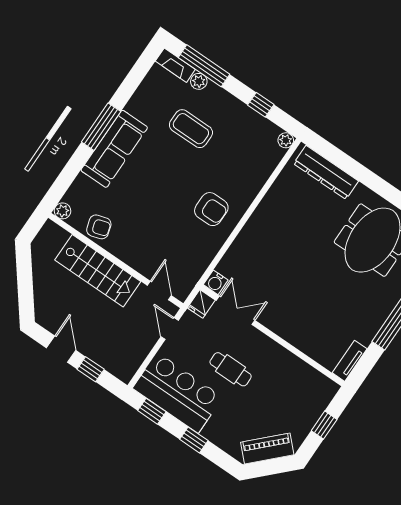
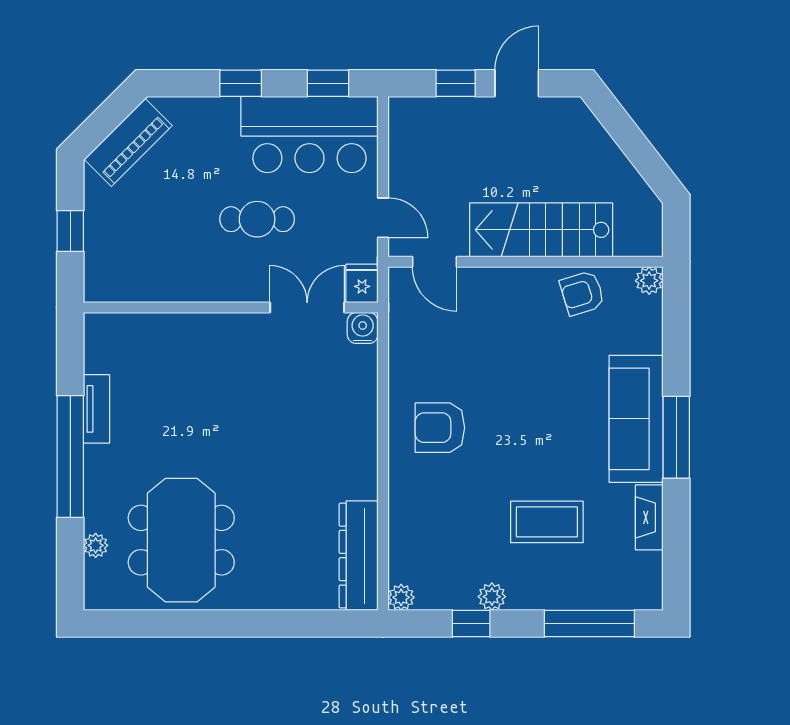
fireplace: (175, 65) -> (649, 517), moved, turned -90
plant: (199, 81) -> (492, 597), moved
dresser: (326, 172) -> (359, 556), moved, turned -90
double door: (236, 310) -> (307, 308), swing flipped
door: (61, 349) -> (517, 83), swing flipped
tv unit: (350, 361) -> (96, 409), moved

